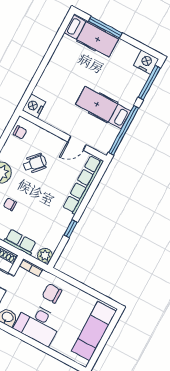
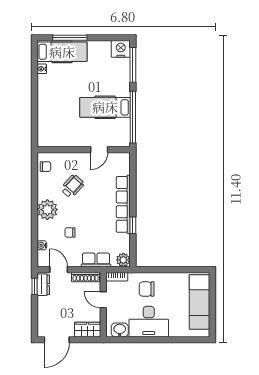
nightstand: (34, 106) -> (42, 69), moved, width x0.53, depth x0.56
row of seats: (83, 185) -> (123, 204), moved

